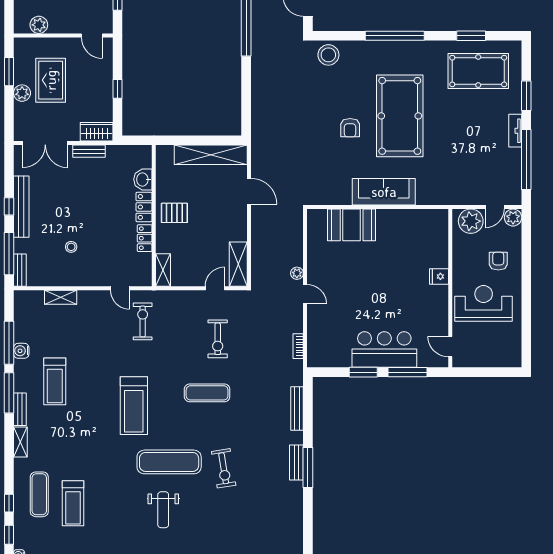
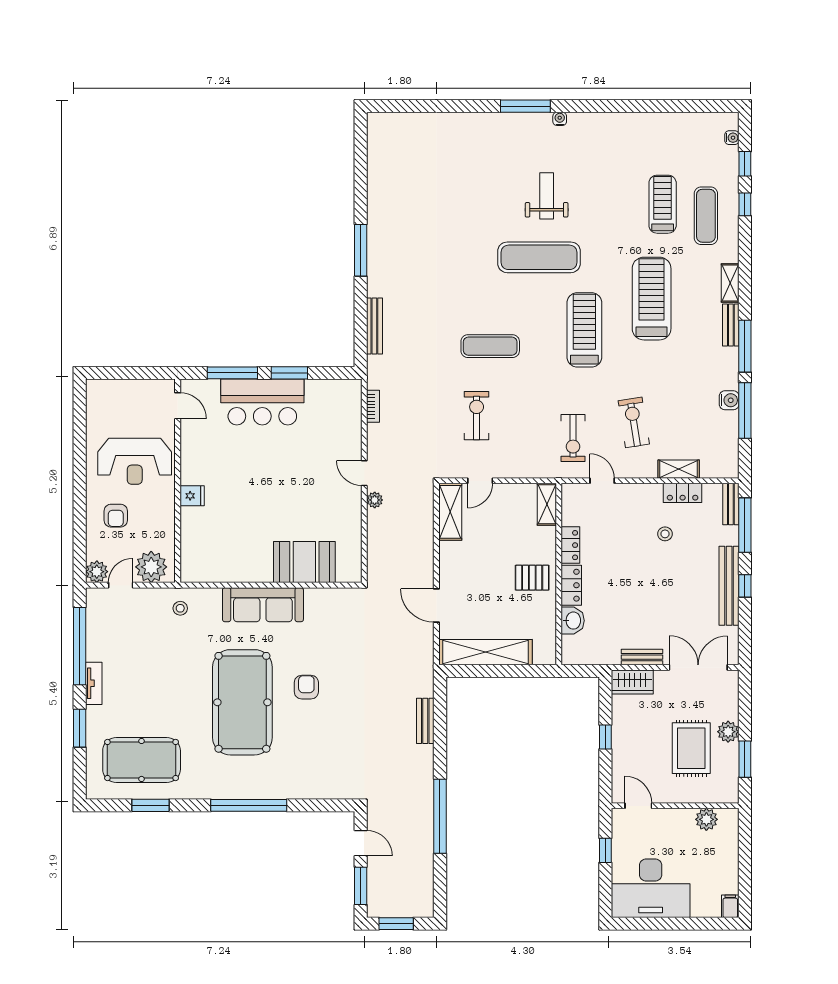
stool: (328, 55) -> (180, 608), moved, width x0.53, depth x0.53
locker: (57, 279) -> (683, 493), added
treadmill: (55, 381) -> (652, 299), moved, width x1.37, depth x1.38
bench: (296, 463) -> (425, 721), moved
exercise bike: (224, 468) -> (634, 422), moved

